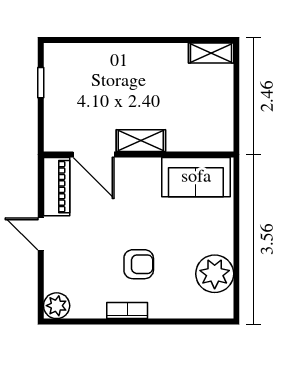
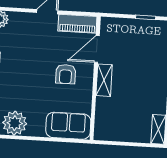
sofa: (196, 177) -> (68, 126), moved, turned 90
armchair: (139, 264) -> (66, 74), moved

